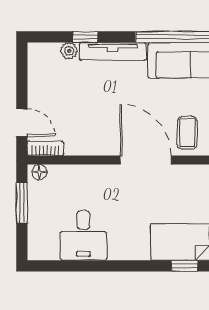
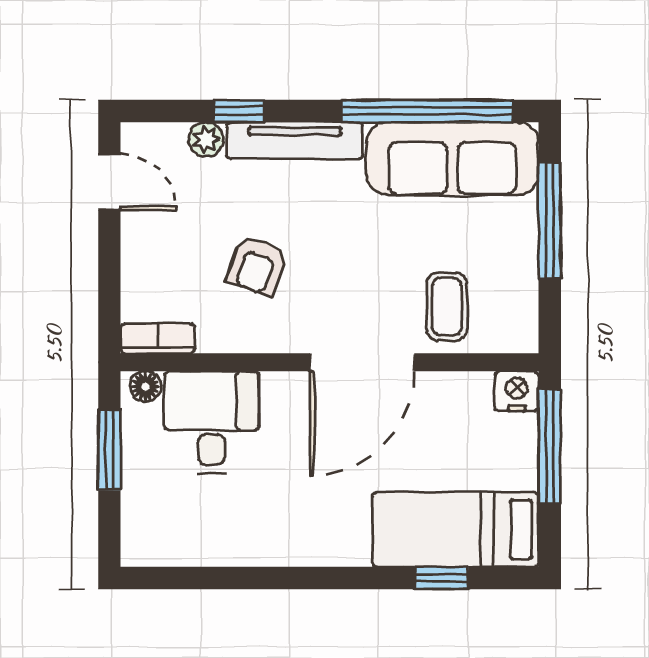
armchair: (94, 113) -> (257, 266), added
door: (22, 123) -> (109, 182), moved
door: (146, 160) -> (362, 362), swing flipped
desk: (83, 235) -> (212, 422), moved, turned 180

